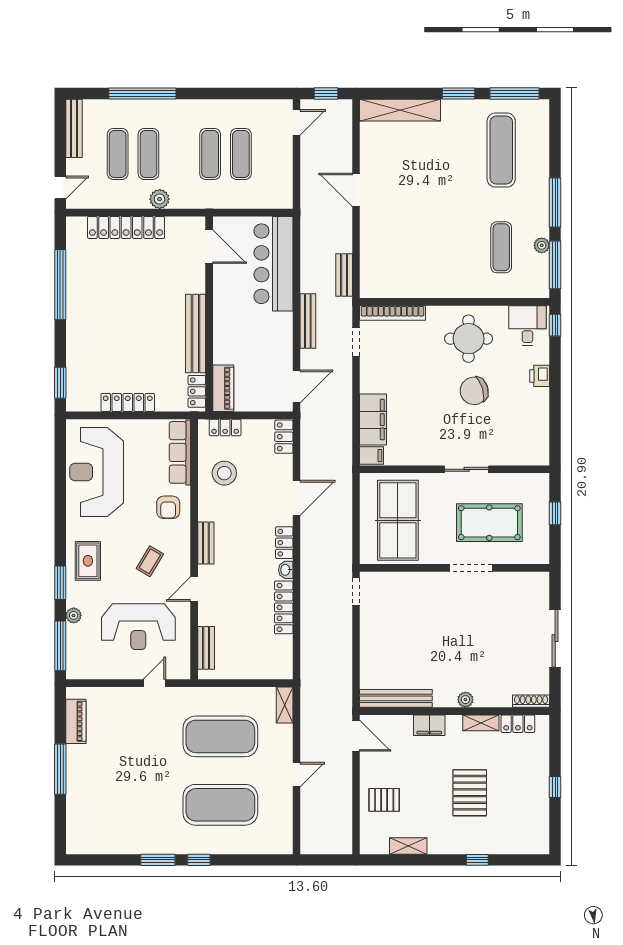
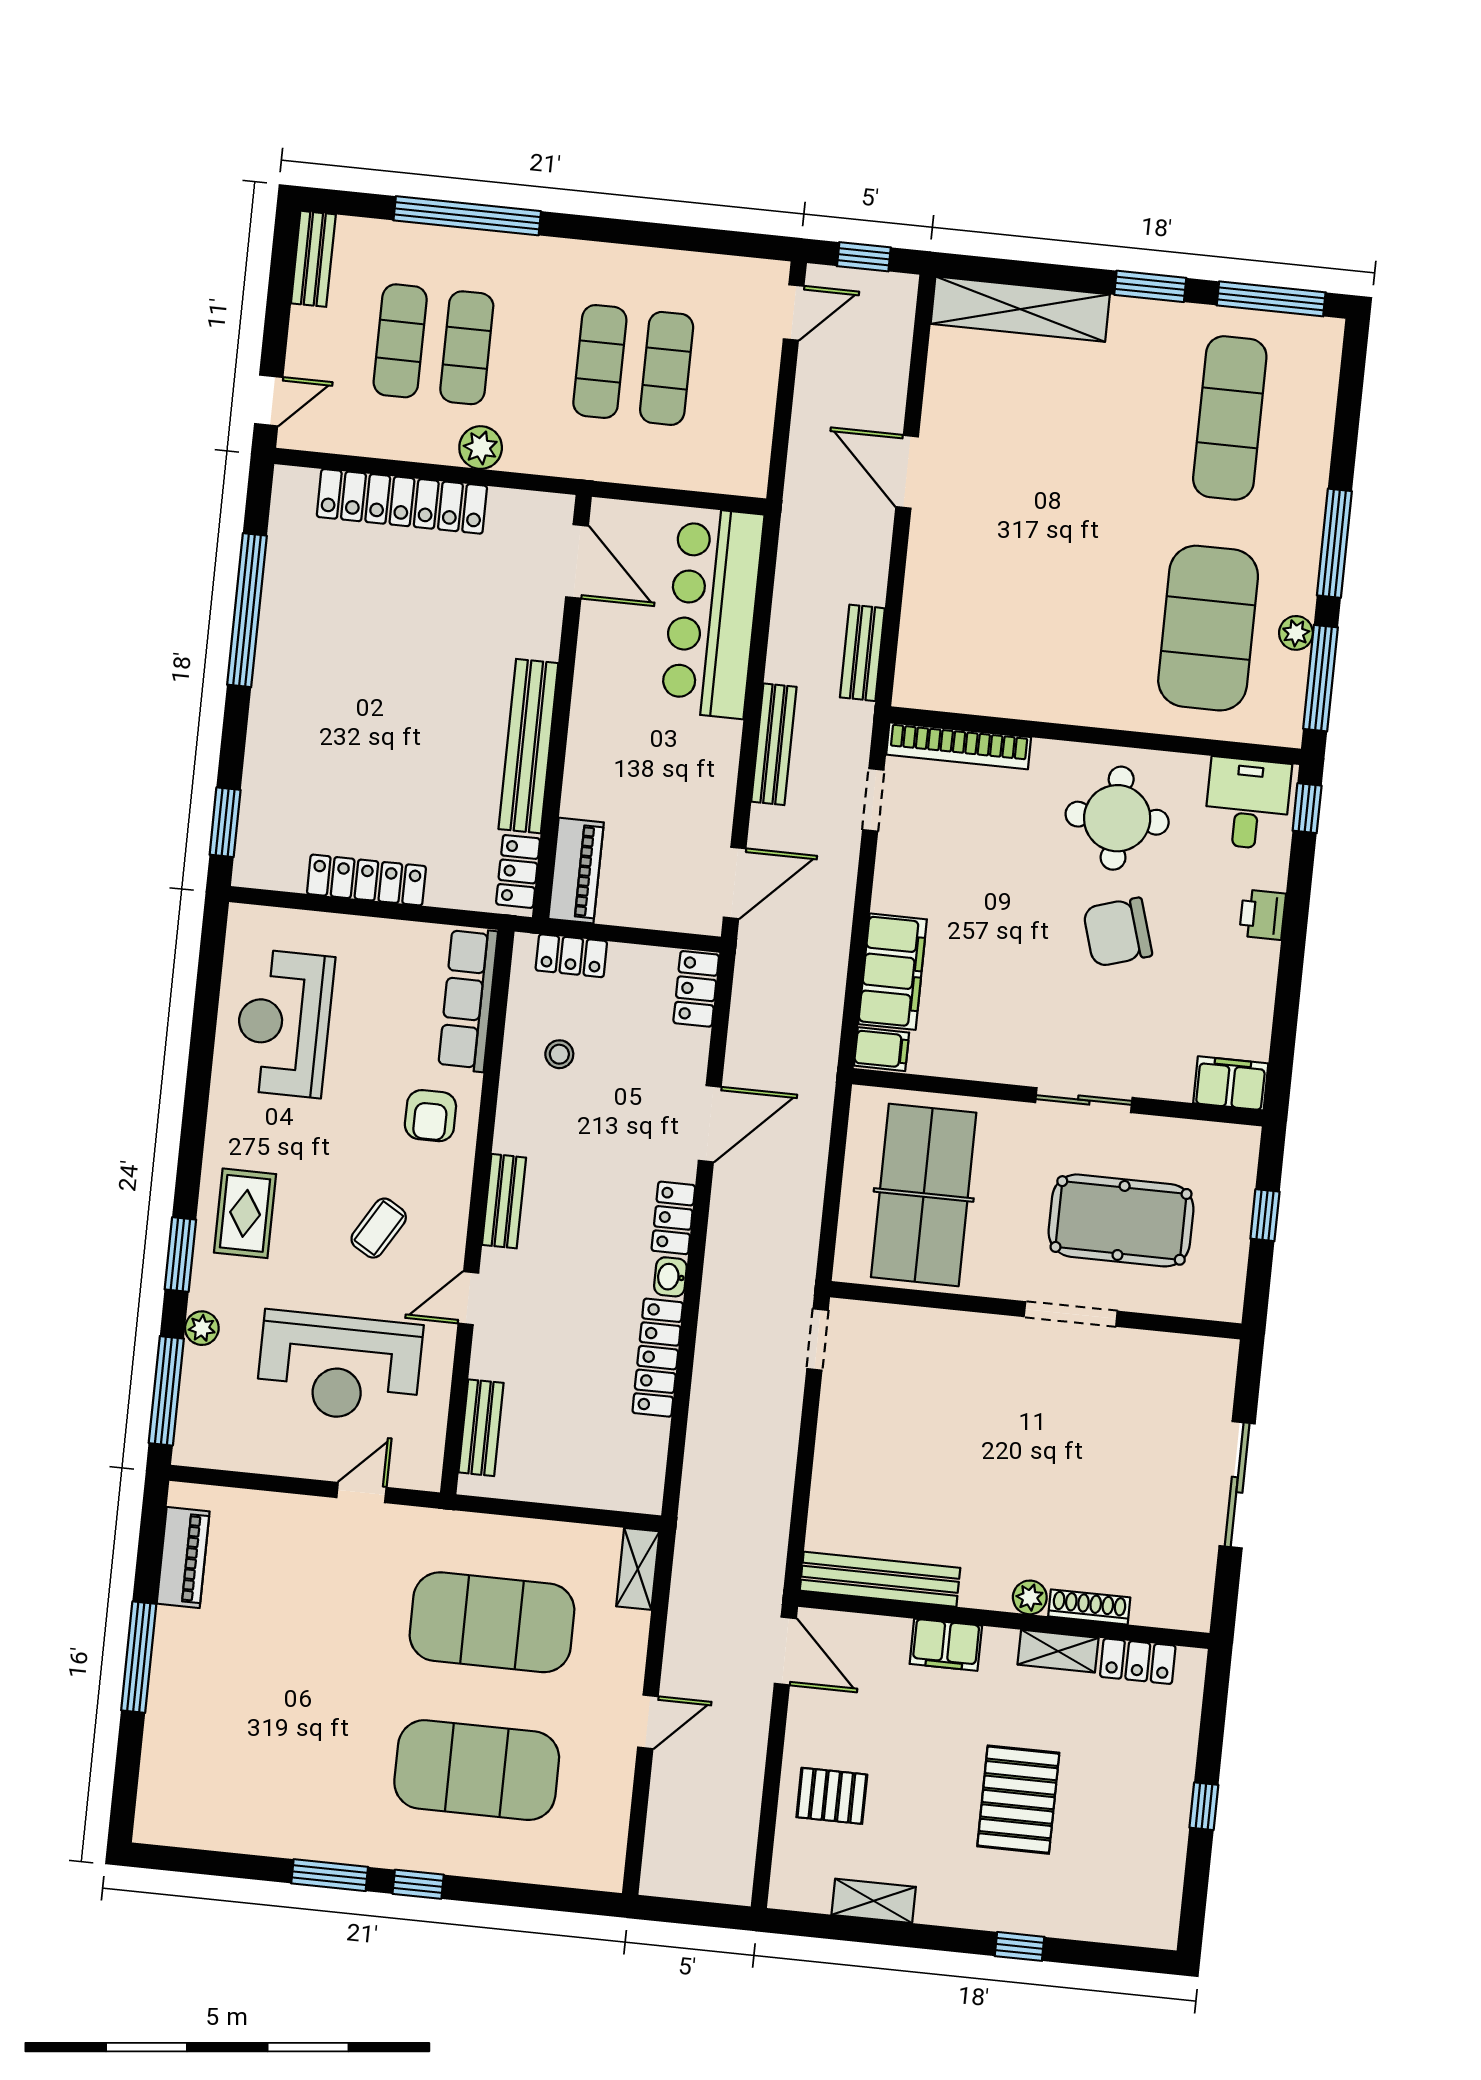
bench: (74, 128) -> (313, 259), width x0.73
exercise mat: (501, 247) -> (1208, 628), width x2.00, depth x1.45
filing cabinet: (533, 455) -> (1231, 1083), added
reception desk: (97, 472) -> (284, 1023), width x0.74, depth x0.77
stool: (224, 473) -> (559, 1054), width x0.53, depth x0.53
shoe rack: (531, 701) -> (1089, 1607), moved

